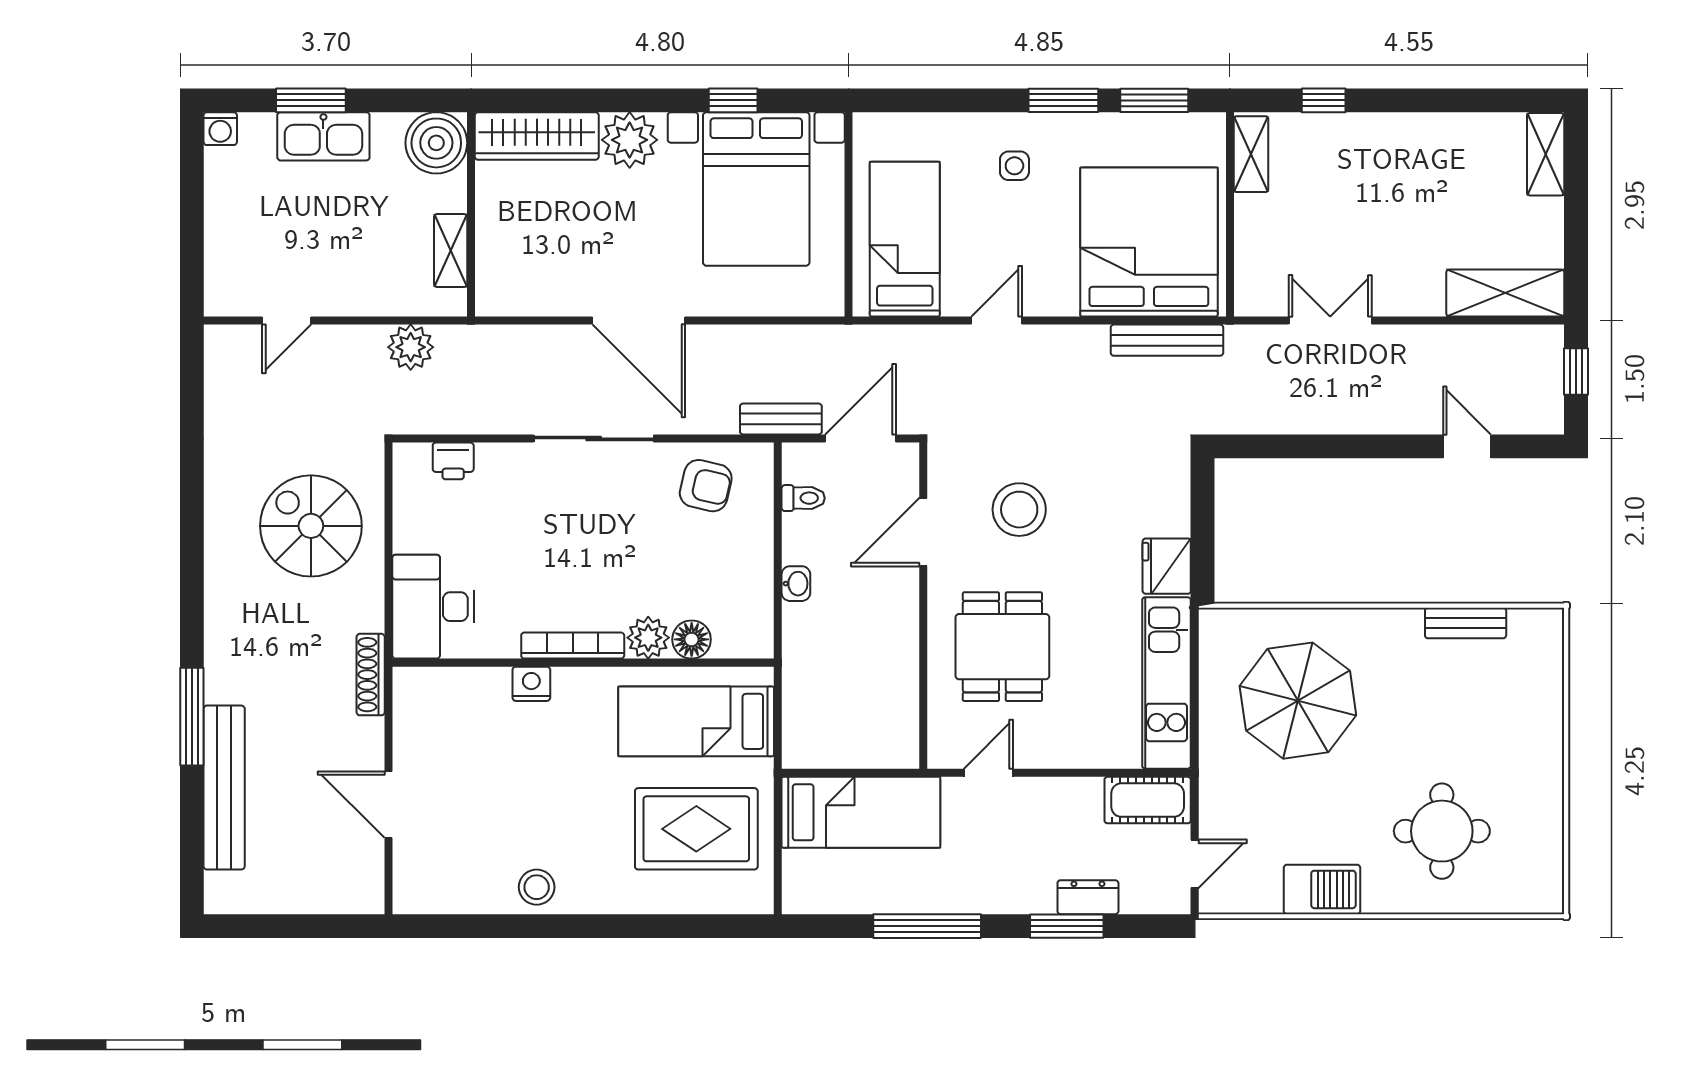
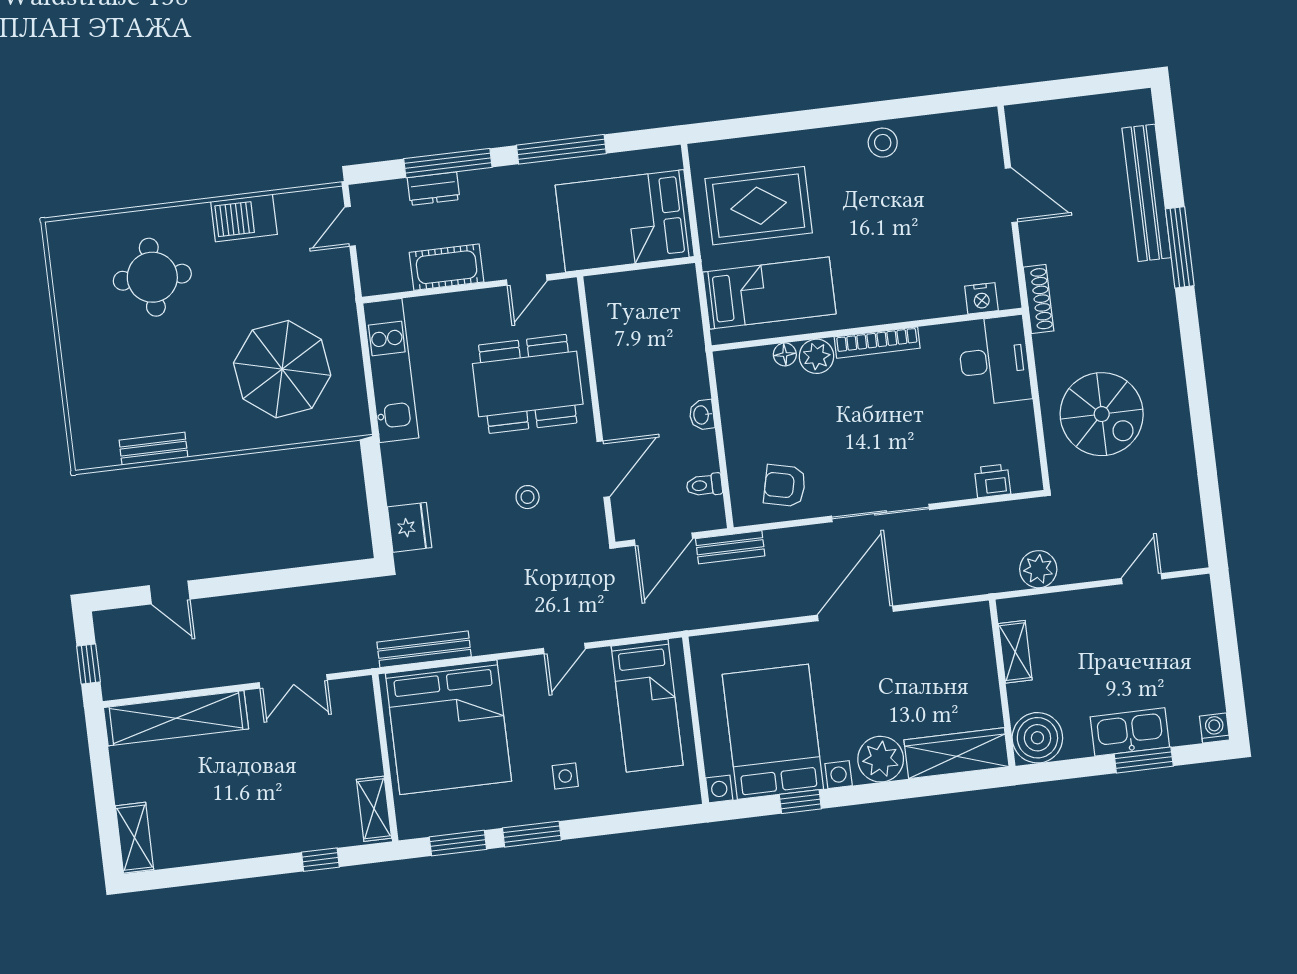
shelving: (1505, 293) -> (176, 718), width x1.47
door: (639, 321) -> (855, 613), hinge flipped
stool: (1019, 510) -> (528, 497), width x0.53, depth x0.53
fridge: (1167, 566) -> (410, 527), moved
floor lamp: (692, 639) -> (785, 354), width x0.73, depth x0.73
dining table: (1002, 647) -> (528, 384), width x1.38
nightstand: (531, 684) -> (981, 298), moved
cot: (1148, 800) -> (447, 267), moved
bed: (861, 812) -> (625, 221), width x1.50
window: (1067, 926) -> (448, 163), width x1.44

